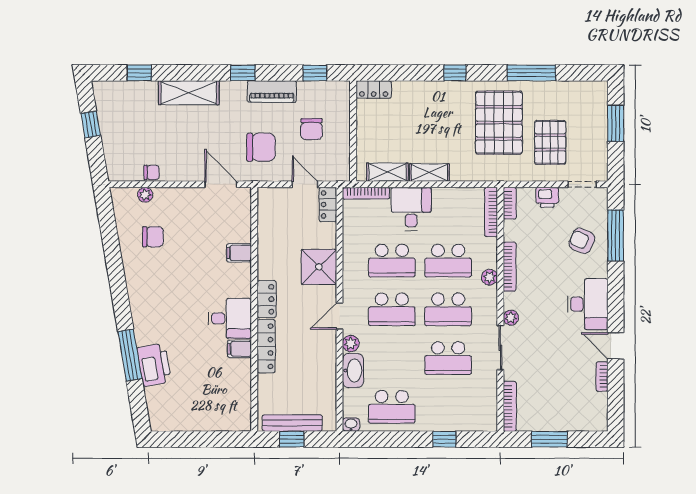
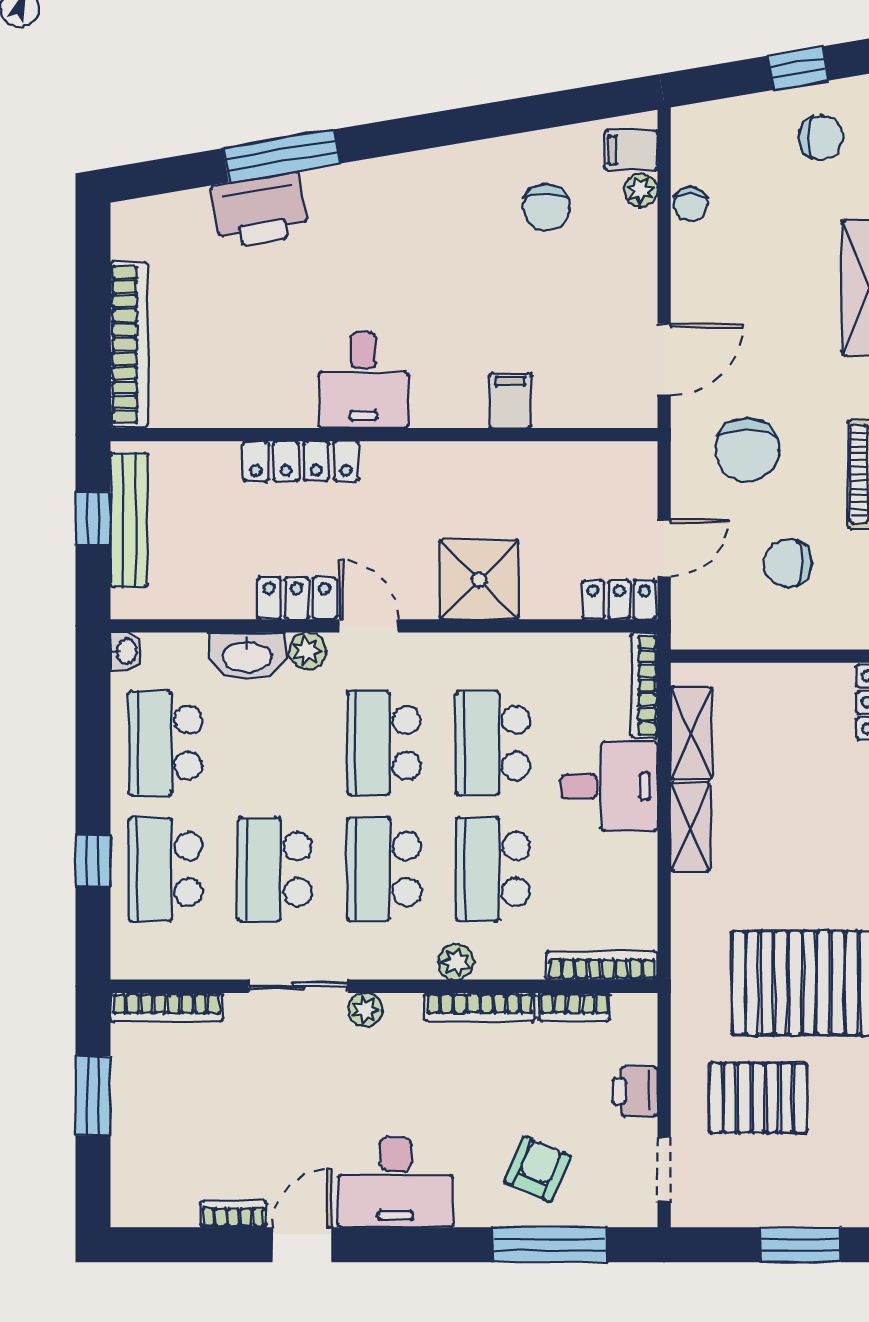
chair: (122, 114) -> (821, 137), added
bookcase: (510, 203) -> (574, 1007), moved
locker: (267, 299) -> (297, 598), moved, turned 180
filing cabinet: (239, 349) -> (631, 150), moved, turned -90
school desk: (448, 407) -> (166, 869), added
bookcase: (214, 423) -> (129, 345), added

